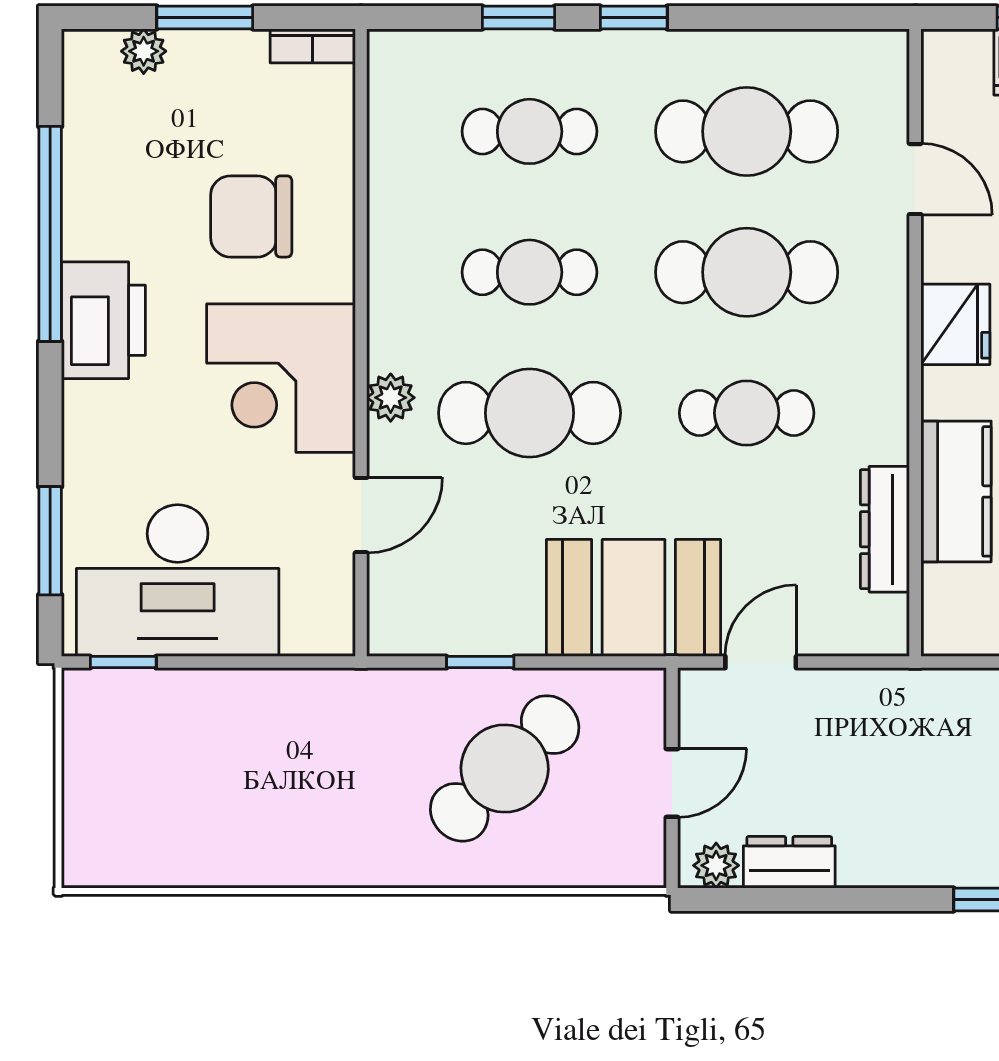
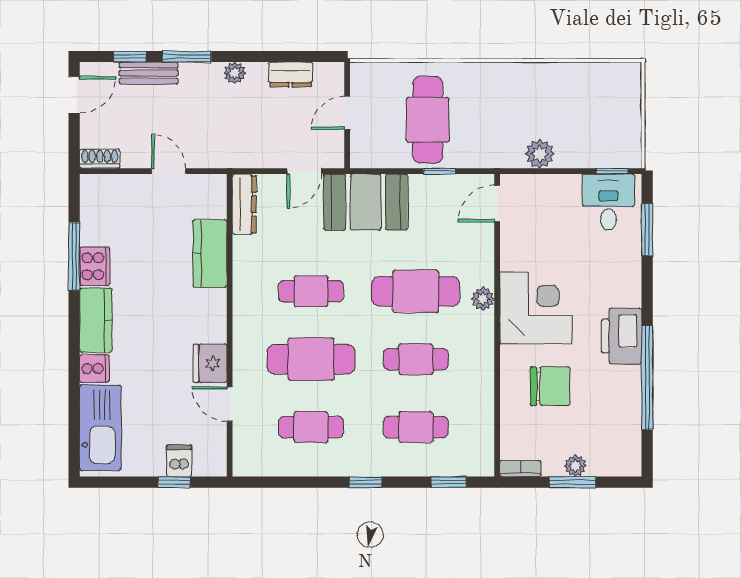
window: (518, 17) -> (449, 482), moved
plant: (144, 51) -> (575, 466), moved
cafe table: (747, 131) -> (311, 427), width x0.73, depth x0.74
fridge: (955, 324) -> (210, 363), moved
door: (361, 515) -> (497, 204), moved
dresser: (885, 529) -> (244, 204), moved
desk: (178, 581) -> (608, 202), width x0.53, depth x0.77
plant: (273, 698) -> (540, 154), added
cafe table: (505, 768) -> (428, 120), turned -46
plant: (716, 865) -> (235, 73), moved

